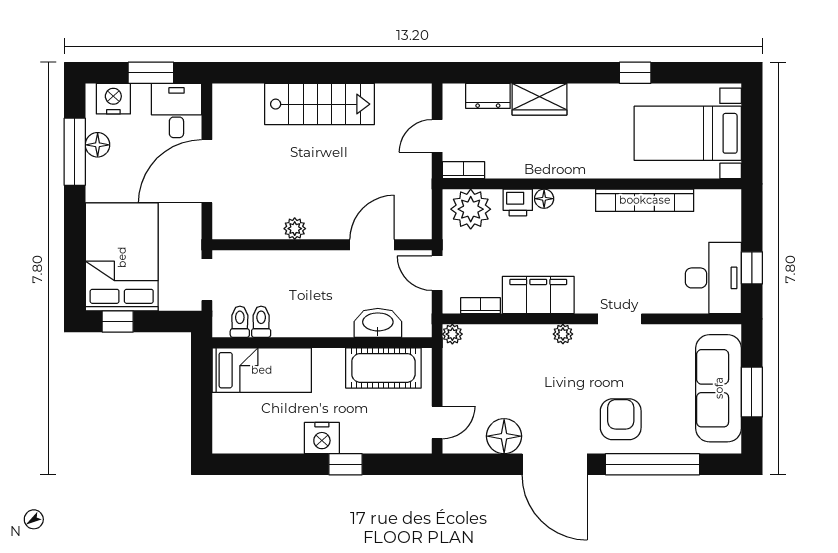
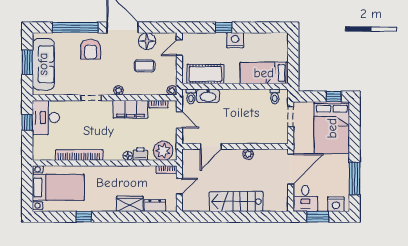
floor lamp: (98, 145) -> (343, 182), removed
plant: (295, 229) -> (248, 154), moved
wall: (322, 245) -> (235, 146), moved
door: (372, 245) -> (211, 146), moved
toilet: (261, 322) -> (191, 96), moved
coffee table: (509, 385) -> (145, 66), added

